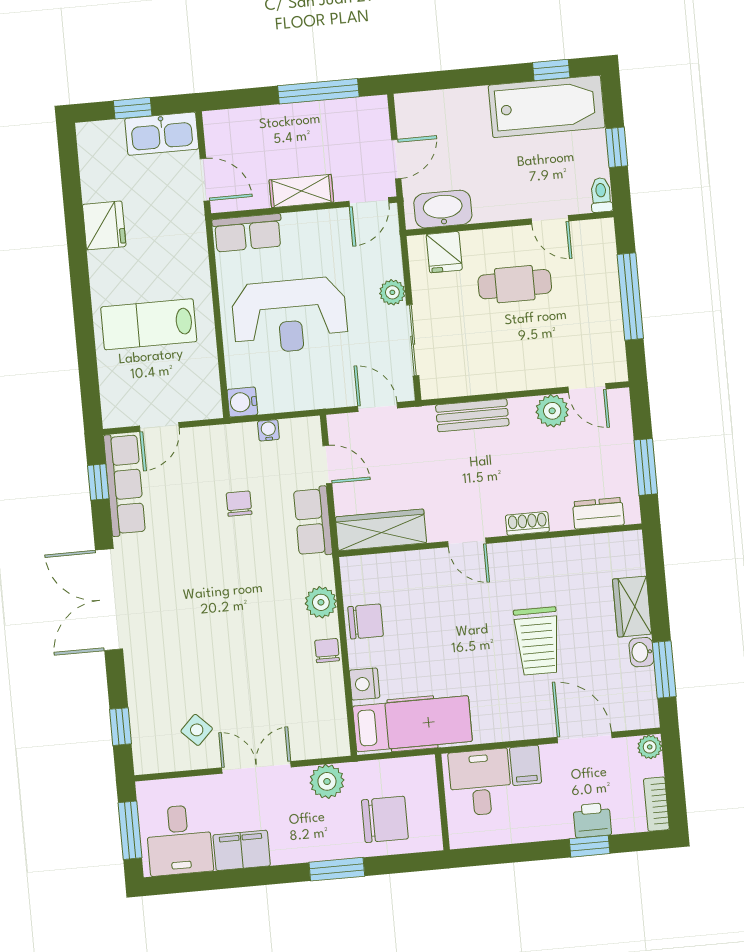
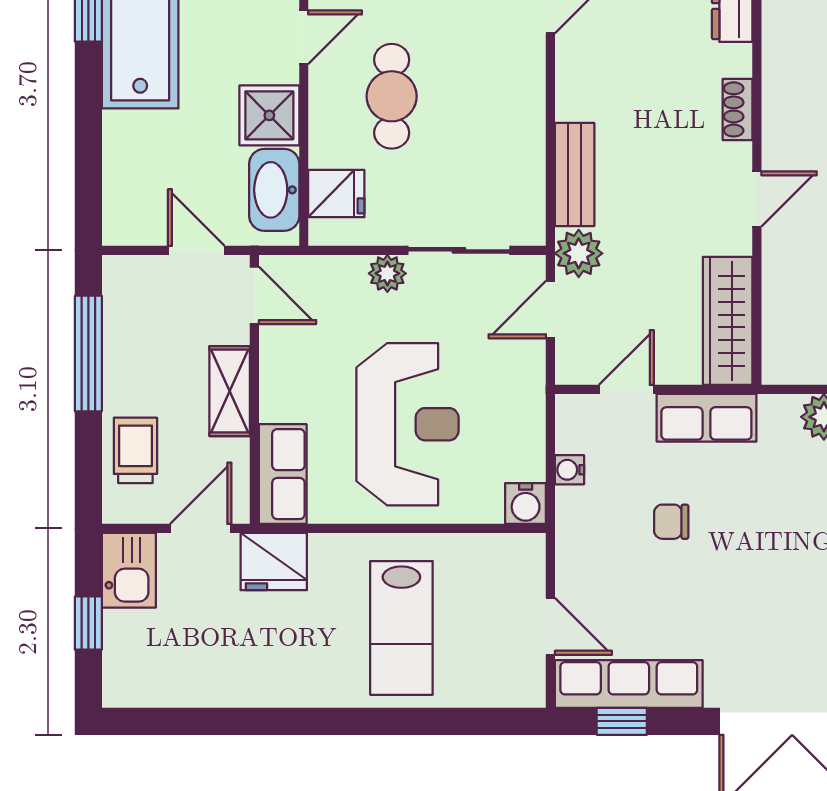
trolley: (255, 130) -> (135, 450), added
kitchen sink: (162, 134) -> (129, 570), width x0.73
shower: (494, 201) -> (269, 115), added
fridge: (104, 225) -> (274, 562), moved, turned 180
plant: (552, 411) -> (579, 253), moved

